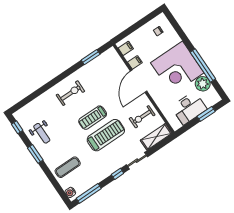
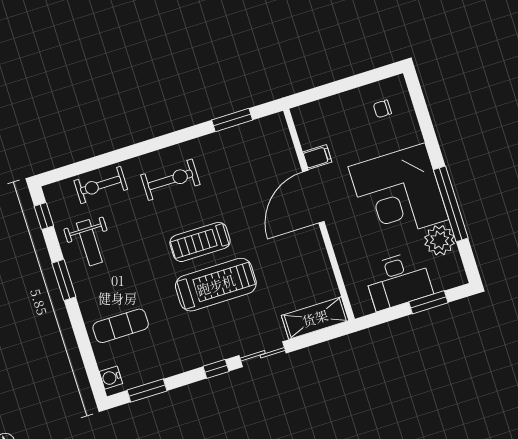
filing cabinet: (126, 48) -> (307, 124), removed
exercise bike: (142, 117) -> (101, 185), moved
window: (89, 193) -> (147, 391), width x0.69

